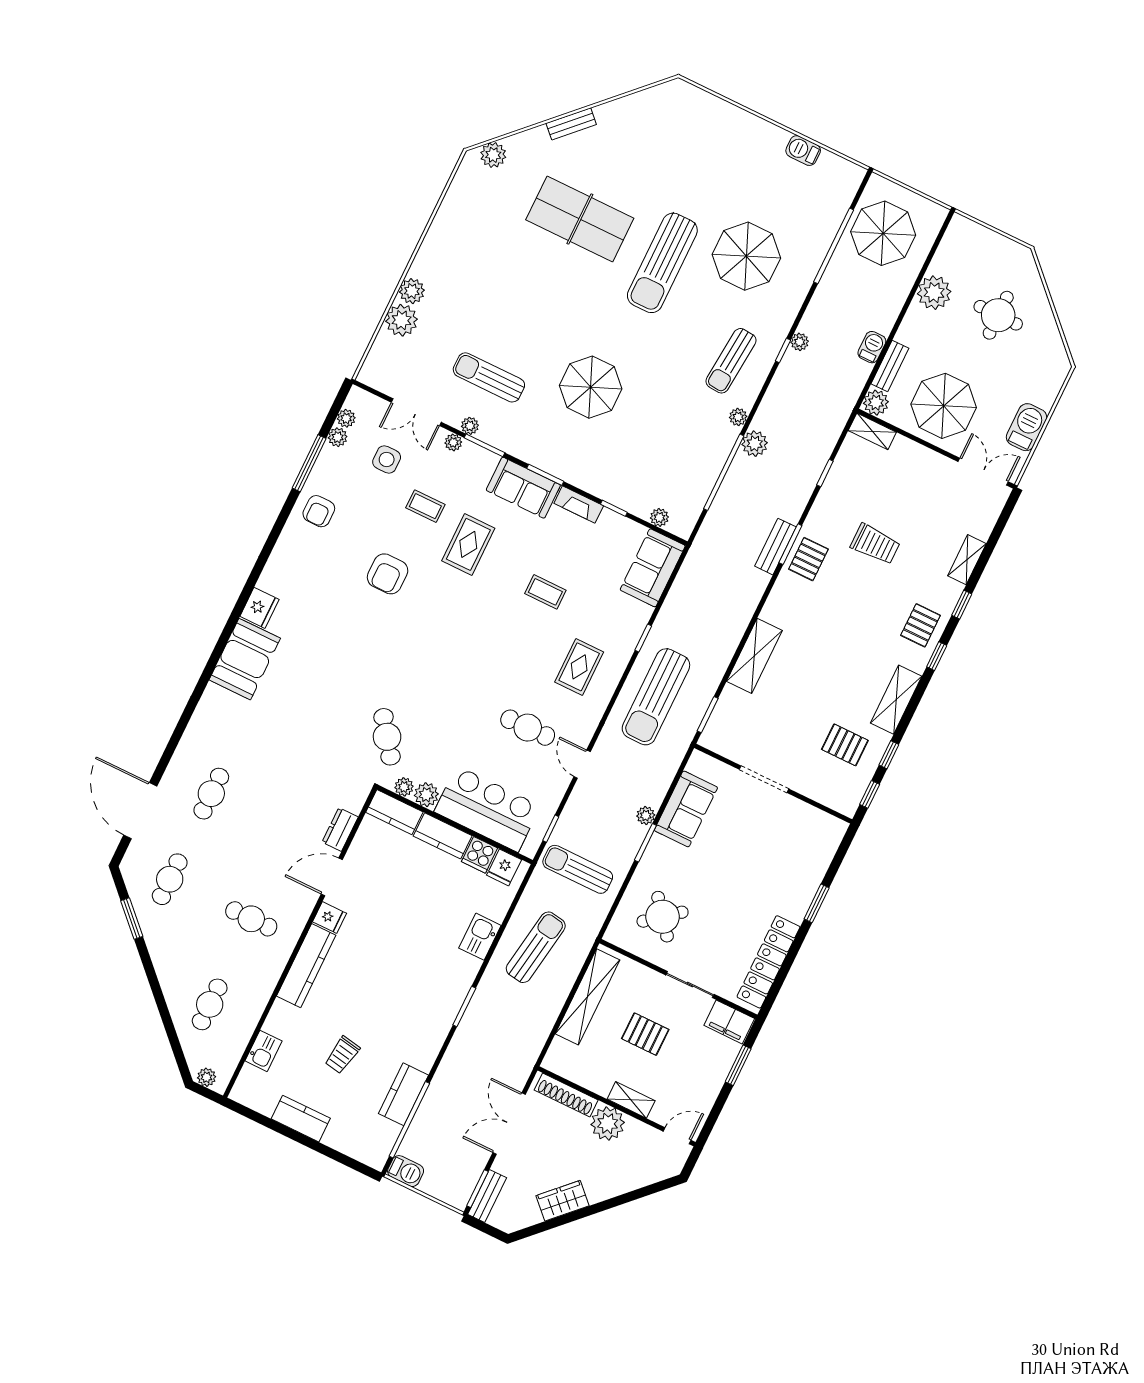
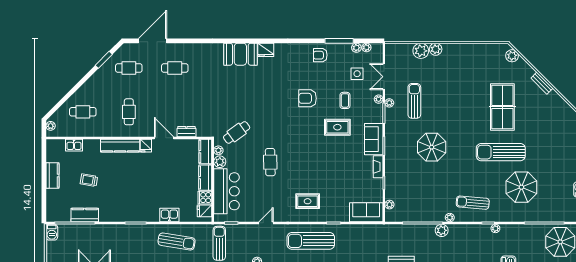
coffee table: (545, 592) -> (333, 171), removed
cafe table: (528, 728) -> (270, 162), moved

